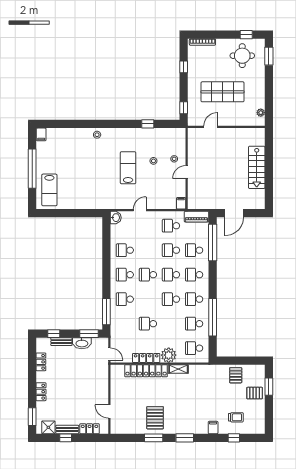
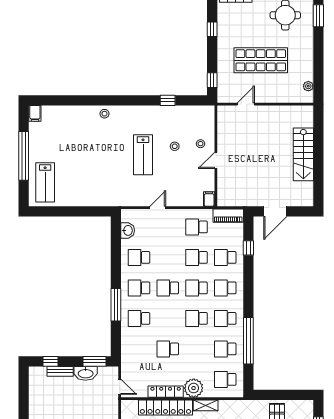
lab bench: (128, 168) -> (143, 155), turned 180
washbasin: (116, 218) -> (128, 230), moved
window: (213, 242) -> (248, 248), width x0.32
window: (106, 312) -> (116, 305), moved
locker: (41, 362) -> (35, 397), removed

